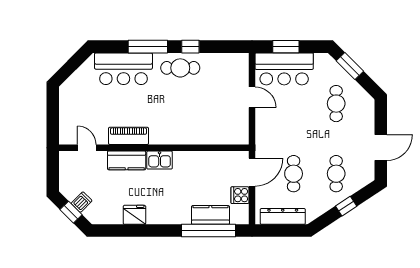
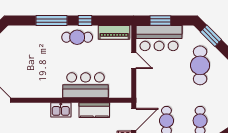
bar counter: (123, 69) -> (85, 85), moved, turned 180
cafe table: (336, 104) -> (200, 65), width x1.37, depth x1.35
piano: (128, 136) -> (114, 32), moved, turned 180
kitchen counter: (127, 160) -> (94, 110), moved

